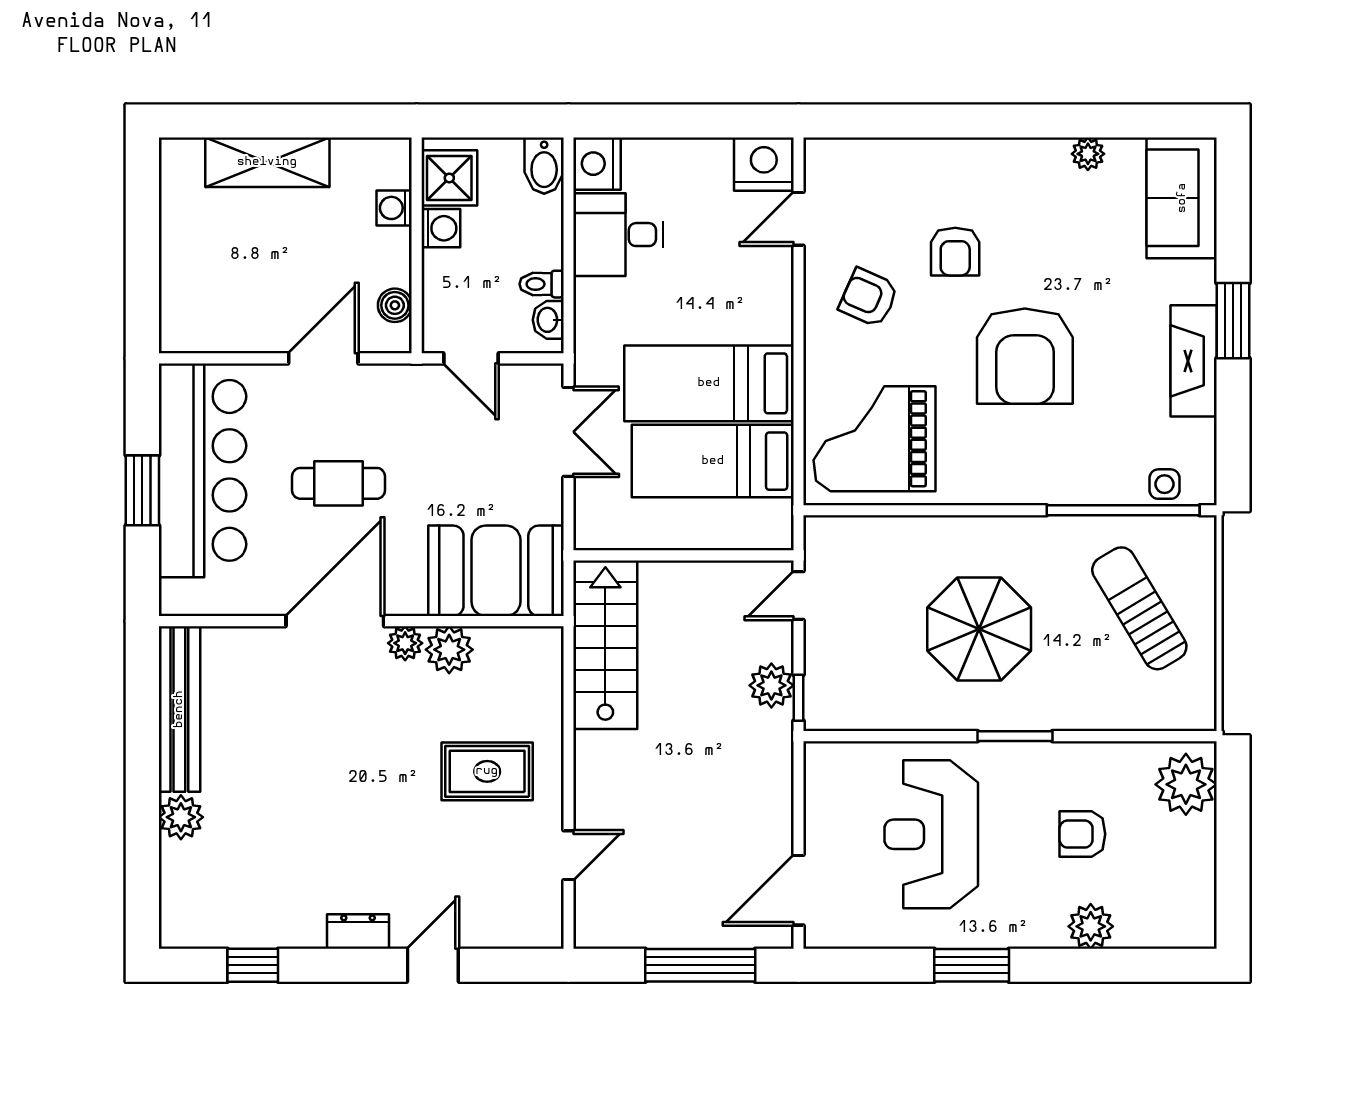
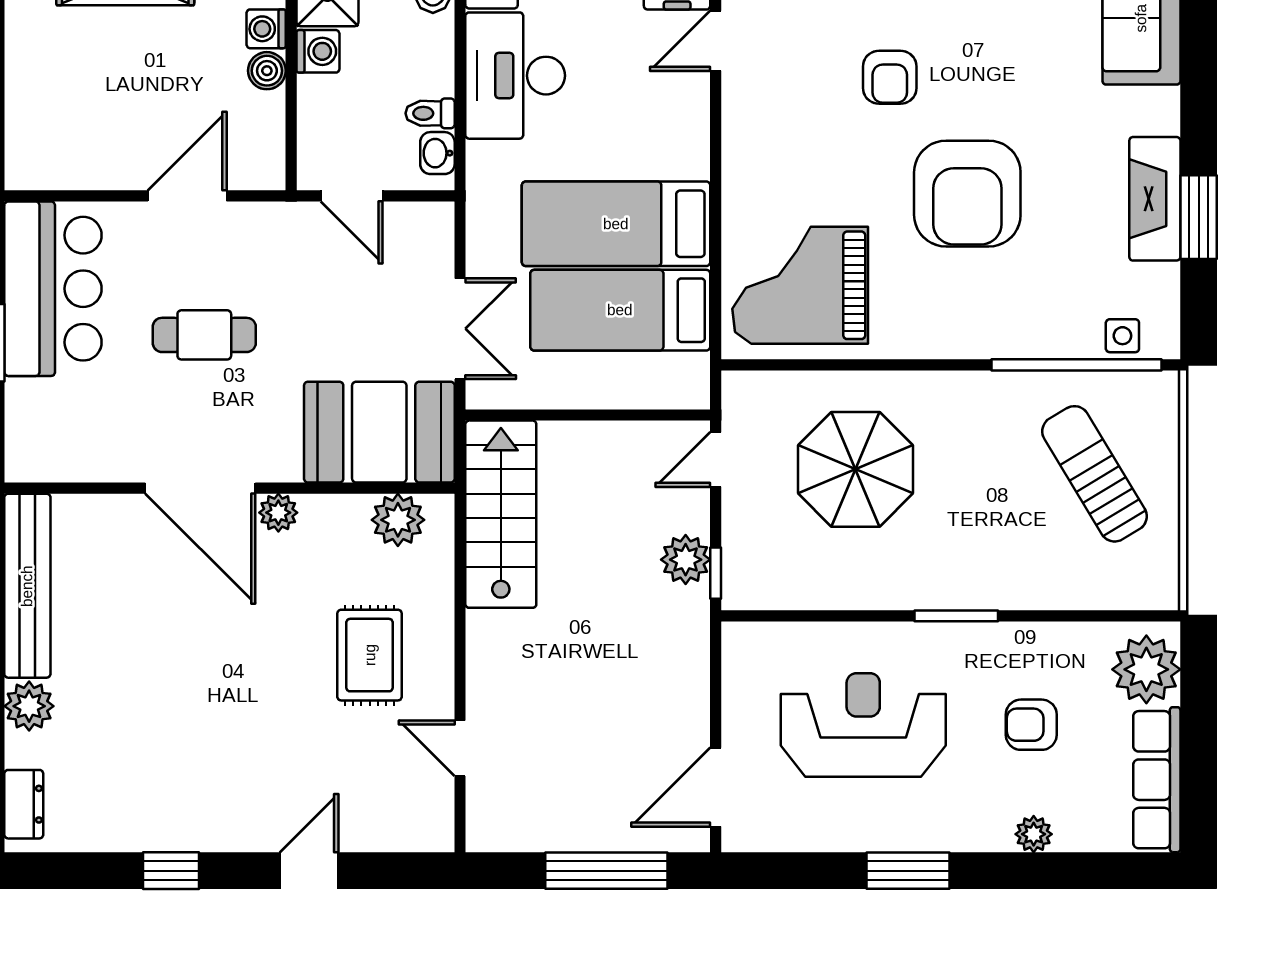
desk: (618, 235) -> (515, 76), width x1.37
armchair: (869, 298) -> (794, 129), removed
boiler: (395, 305) -> (267, 71), moved
window: (1233, 321) -> (1199, 217), moved
double door: (569, 432) -> (460, 329), moved
bar counter: (202, 470) -> (53, 289), width x0.73
door: (335, 621) -> (200, 488), swing flipped
parasol: (979, 629) -> (855, 469), moved
plant: (449, 650) -> (398, 520), moved
rug: (487, 771) -> (370, 655), turned 90
reception desk: (931, 834) -> (863, 725), turned 90
door: (569, 855) -> (460, 748), swing flipped
row of seats: (1195, 883) -> (1157, 780), added
plant: (1091, 926) -> (1034, 834), width x0.73, depth x0.73
dresser: (358, 931) -> (24, 804), moved, turned 90
window: (253, 965) -> (171, 871), moved

